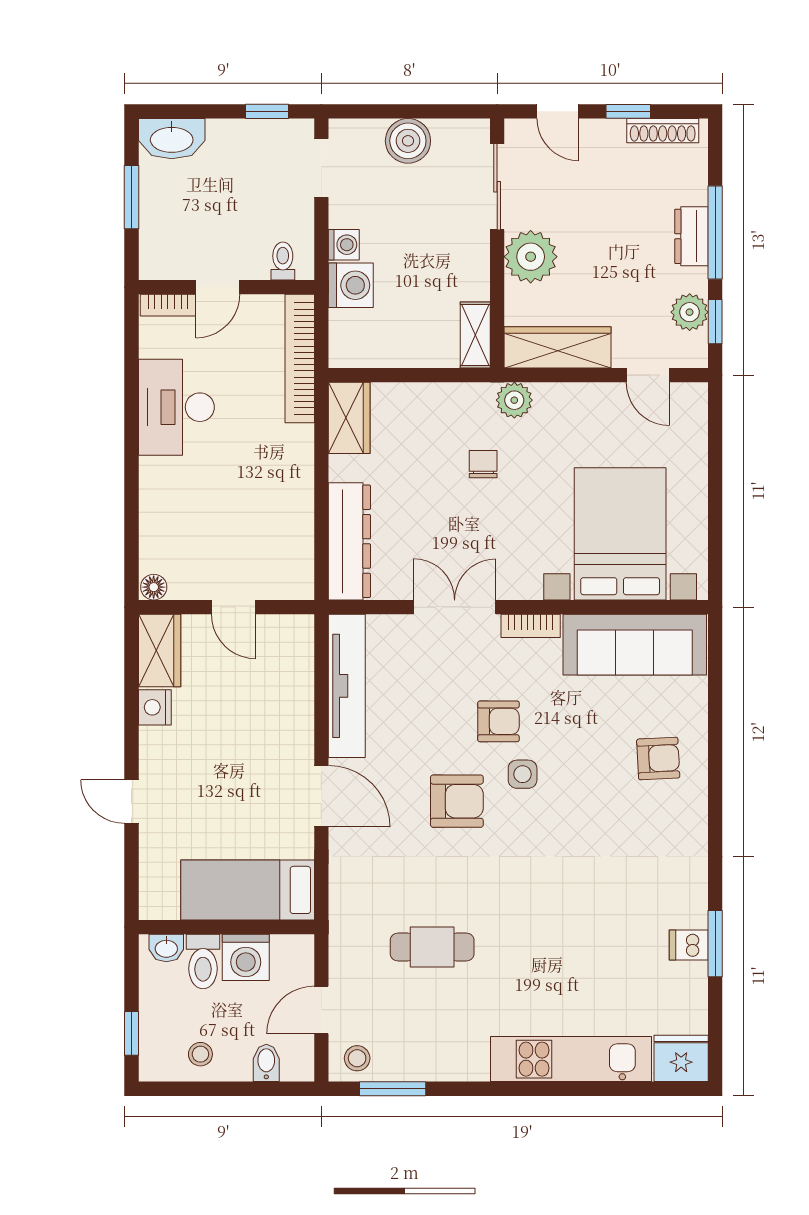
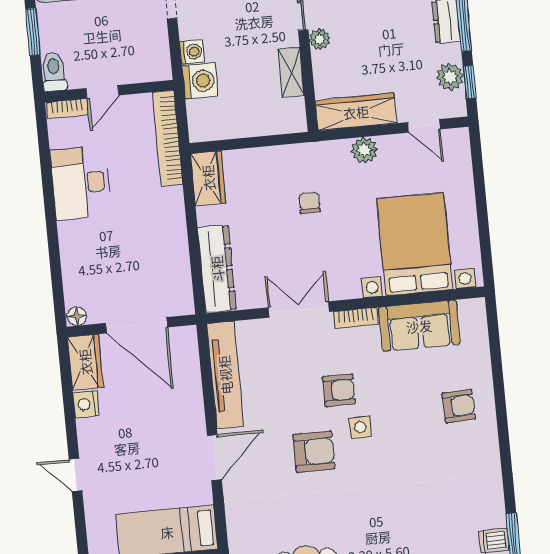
plant: (531, 257) -> (320, 39), width x0.53, depth x0.53
toilet: (283, 261) -> (54, 72), moved, width x1.37, depth x1.39
shelving: (475, 335) -> (291, 72), moved
plant: (514, 400) -> (364, 150), moved
door: (234, 607) -> (137, 325), width x1.88
sofa: (635, 645) -> (419, 326), width x0.73
door: (321, 796) -> (214, 458), hinge flipped

